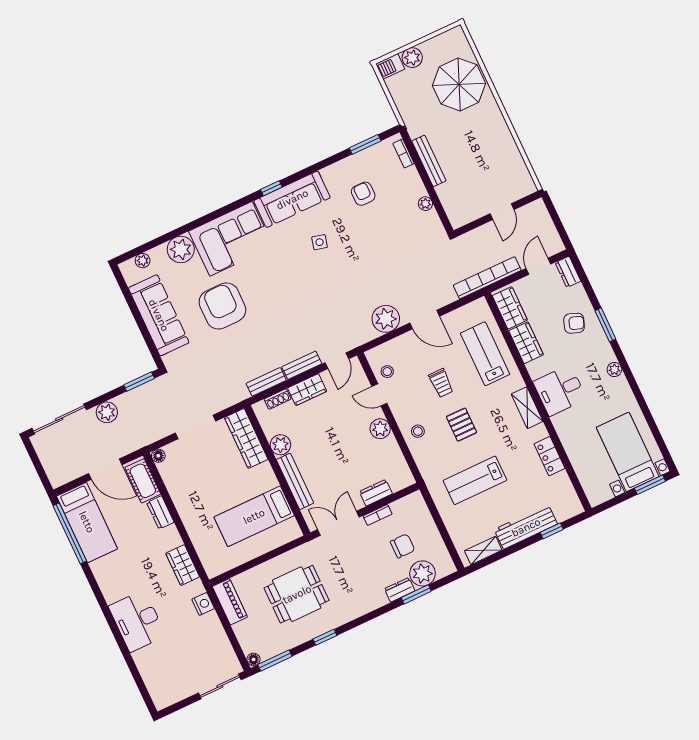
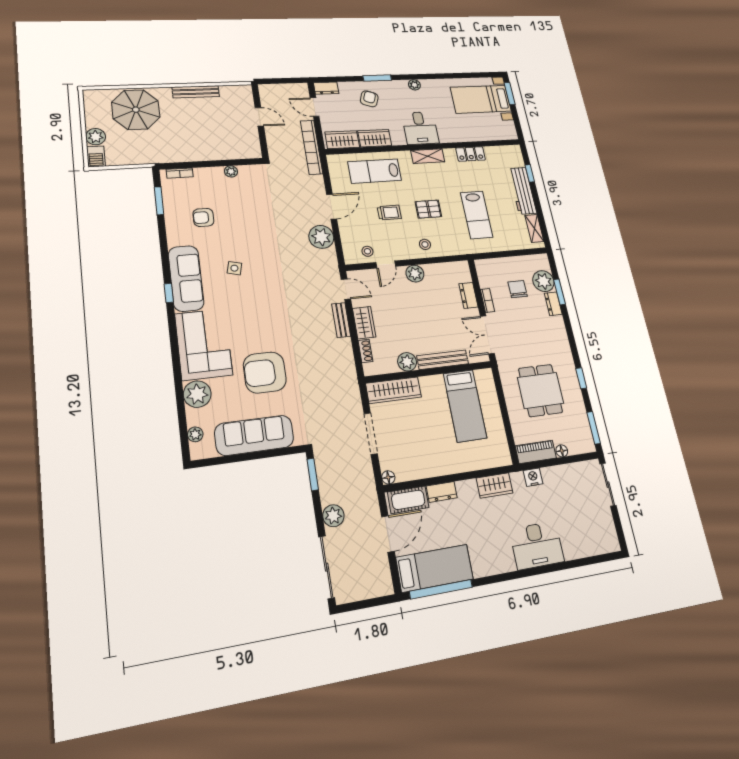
bench: (429, 161) -> (196, 92), moved
bench: (266, 382) -> (347, 356), removed
floor lamp: (254, 659) -> (562, 451), moved

